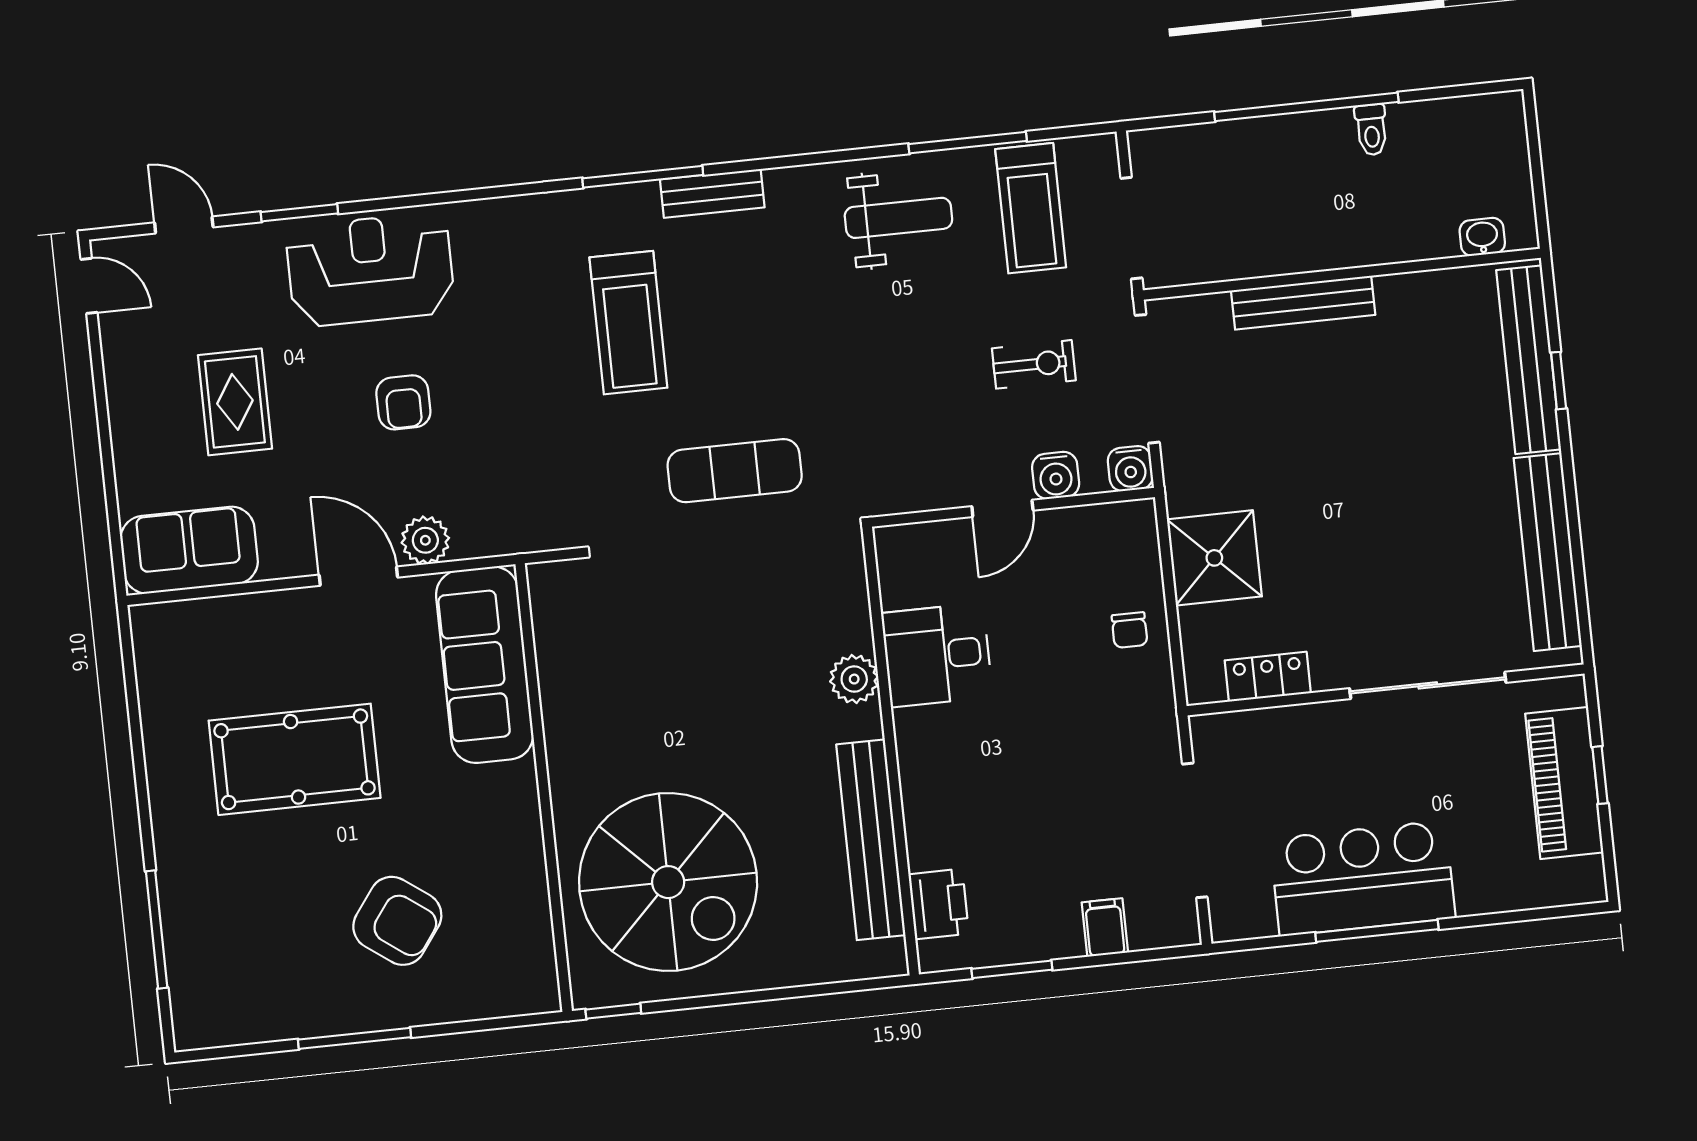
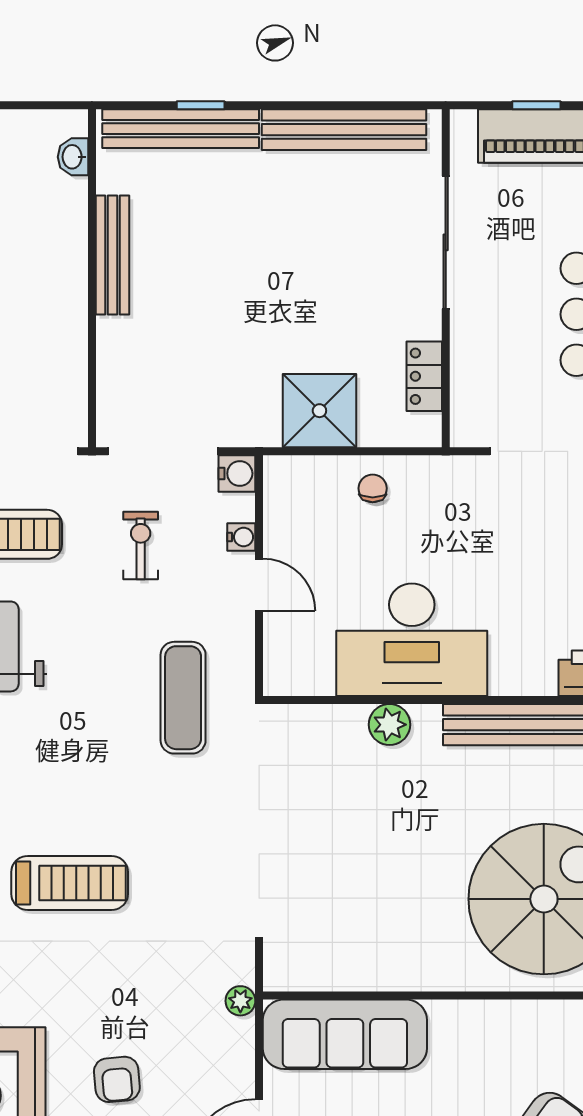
bench: (1303, 303) -> (113, 255), moved
armchair: (403, 402) -> (117, 1079), turned 85
exercise mat: (735, 471) -> (183, 698), moved
water cooler: (1056, 475) -> (241, 537), width x0.72, depth x0.72
plant: (425, 540) -> (240, 1001), moved, width x0.73, depth x0.73
chair: (1130, 630) -> (373, 488), turned -90
desk: (937, 655) -> (412, 640), width x1.87, depth x1.30

